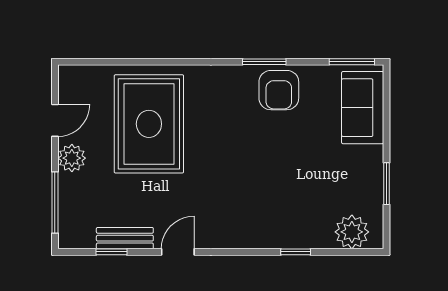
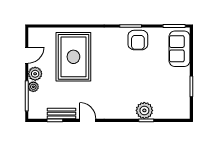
plant: (68, 184) -> (33, 87), added
plant: (352, 232) -> (144, 110), moved
door: (178, 252) -> (88, 120), hinge flipped

